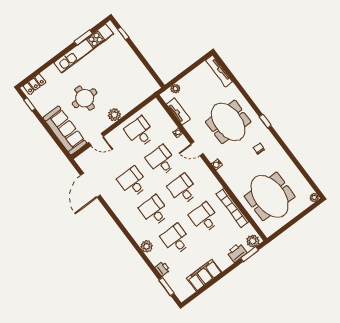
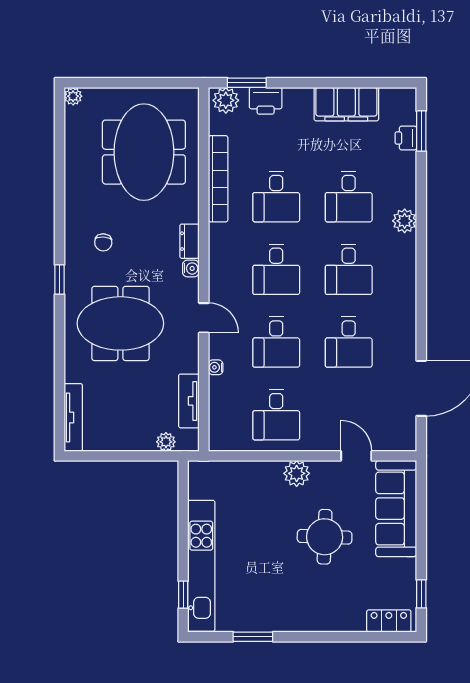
kitchen unit: (84, 48) -> (201, 566), moved, turned 90
meeting table: (228, 122) -> (120, 323), turned 90
dresser: (225, 175) -> (189, 241), added
printer: (163, 269) -> (406, 138), moved

